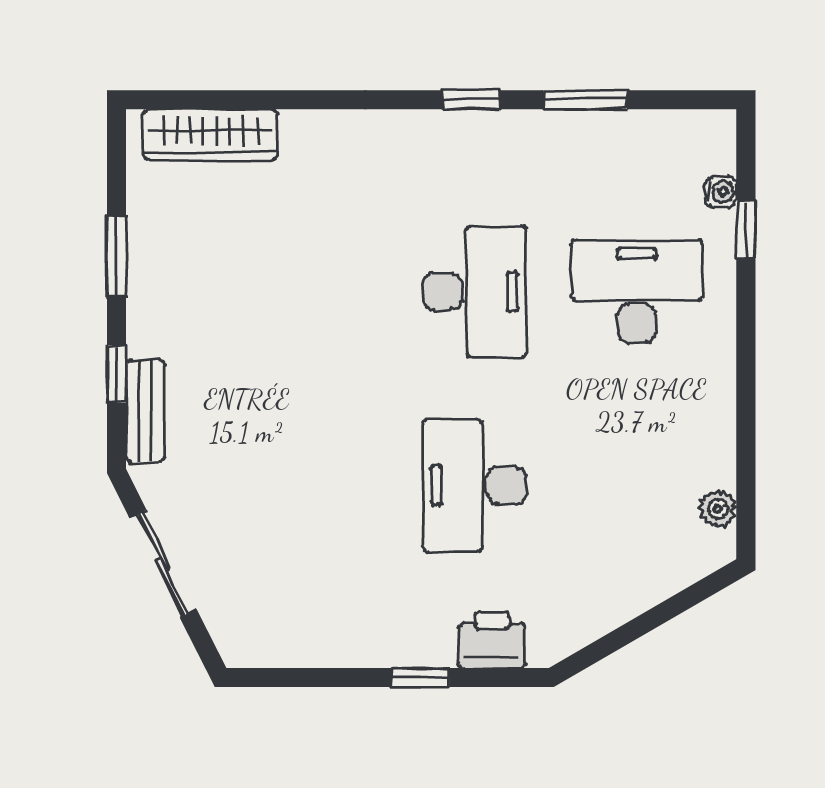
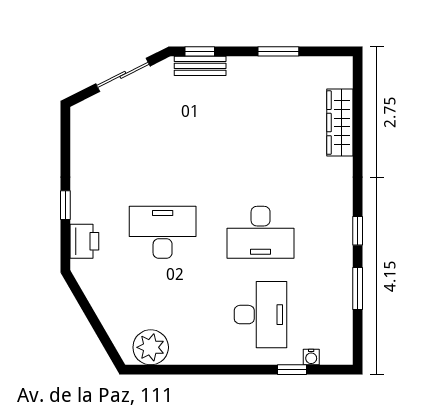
wardrobe: (211, 135) -> (340, 123), moved
window: (116, 374) -> (200, 51), moved
plant: (718, 509) -> (151, 347), width x1.88, depth x1.88

